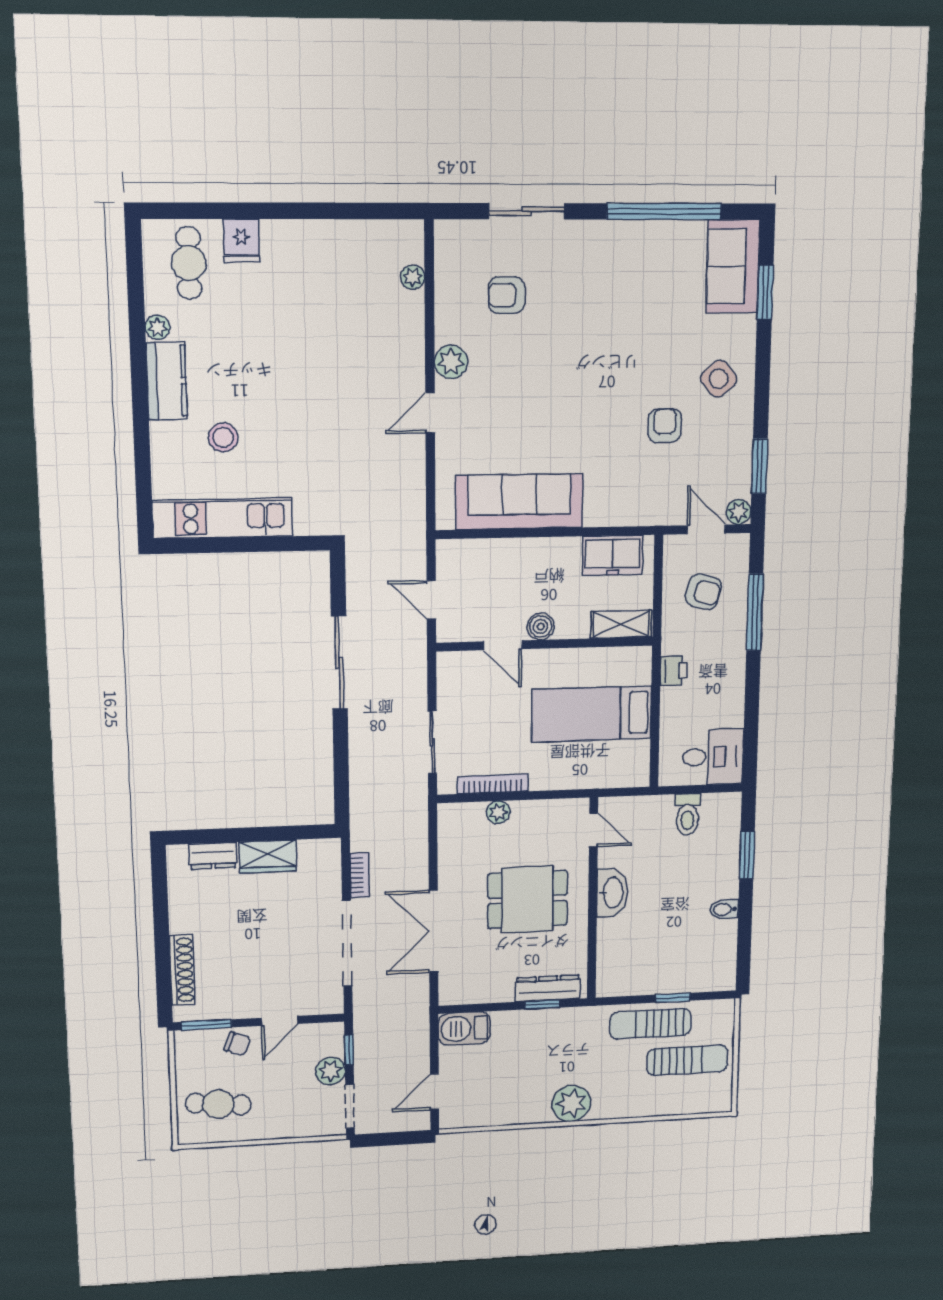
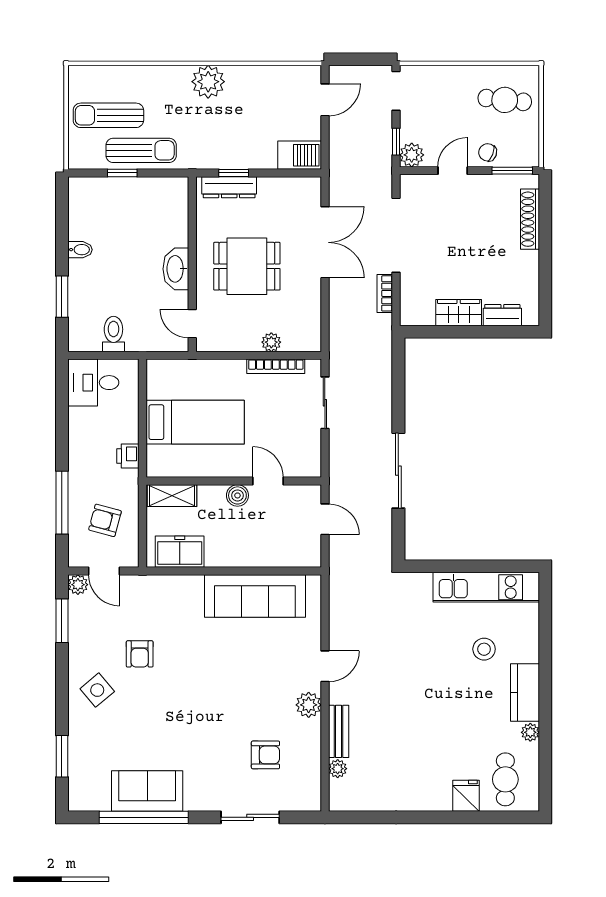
sofa: (733, 266) -> (147, 791), moved, turned -90
bench: (412, 327) -> (339, 731), added
plant: (330, 1071) -> (412, 155), moved

